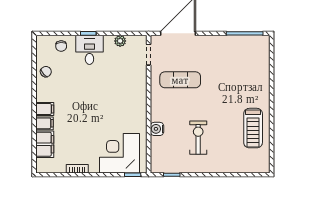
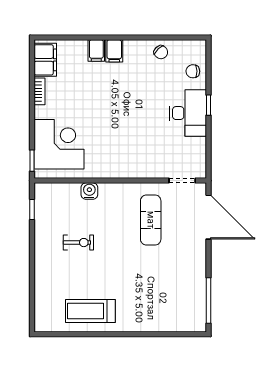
plant: (120, 41) -> (199, 145), removed
desk: (89, 50) -> (188, 113), width x1.37
exercise bike: (198, 138) -> (78, 243), width x0.73, depth x0.72
filing cabinet: (45, 144) -> (45, 60), moved, turned -90

